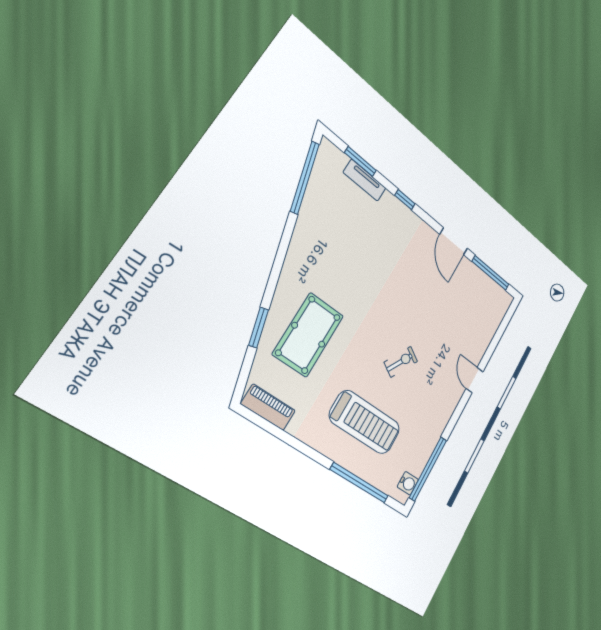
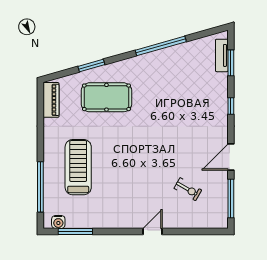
window: (305, 178) -> (161, 46), moved
tv unit: (365, 180) -> (222, 55), moved
exercise bike: (401, 362) -> (188, 189), moved
treadmill: (365, 422) -> (78, 167), turned 180
window: (428, 469) -> (75, 231), width x0.68

